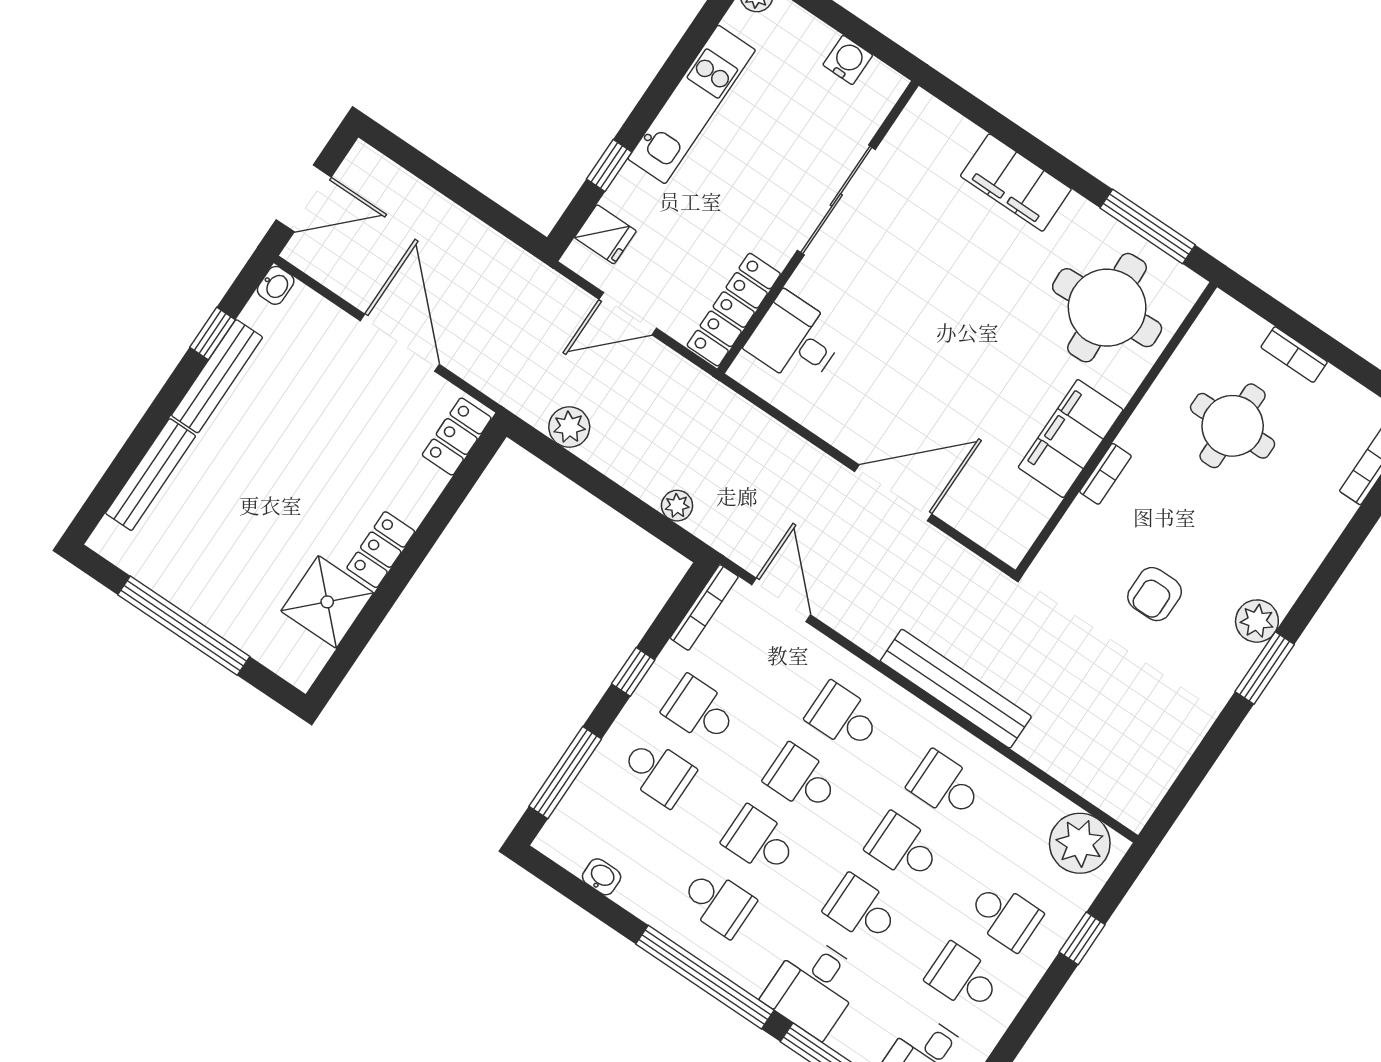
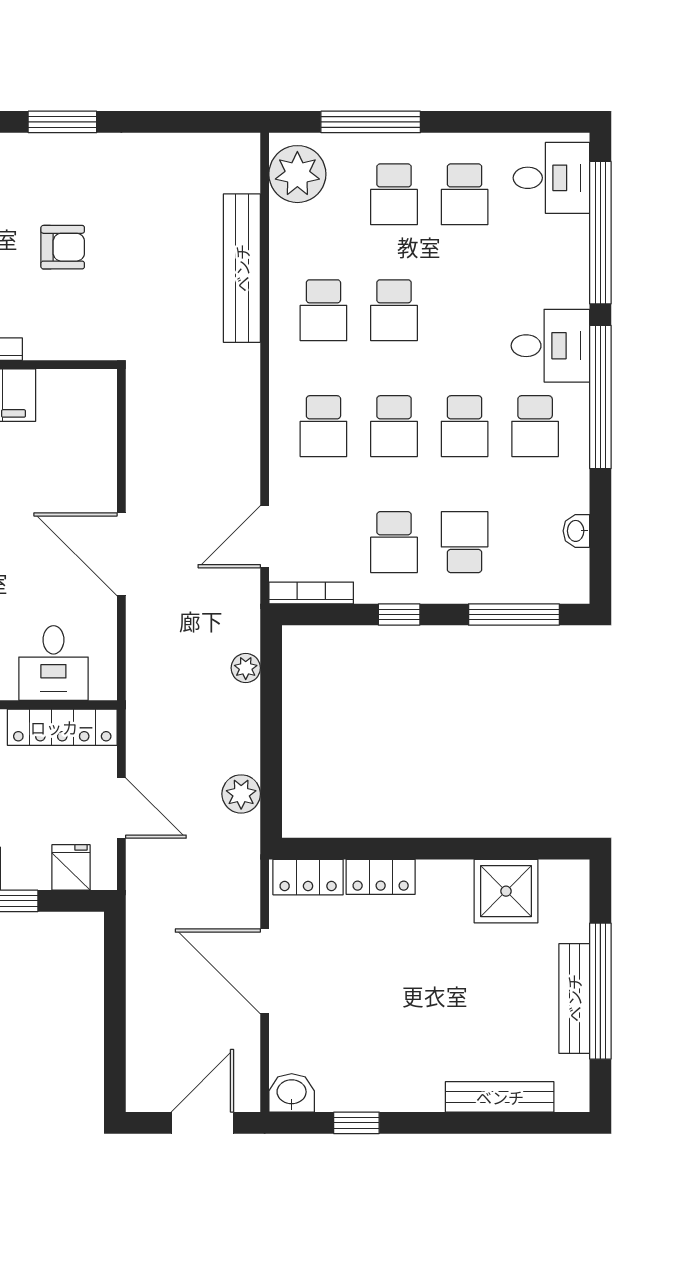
door: (304, 198) -> (202, 1123), hinge flipped
washbasin: (276, 285) -> (292, 1093), width x1.38, depth x1.45
door: (400, 343) -> (265, 971), hinge flipped
bench: (217, 376) -> (574, 998), moved, turned 90
door: (893, 493) -> (121, 554), moved
locker: (381, 550) -> (381, 877), moved
plant: (1257, 621) -> (30, 153), removed
bench: (956, 689) -> (242, 268), moved
school desk: (718, 903) -> (535, 426), turned 180
school desk: (861, 909) -> (465, 310), removed
school desk: (1005, 916) -> (394, 194), turned 180
window: (1082, 938) -> (371, 122), width x2.17
desk: (814, 987) -> (550, 346), moved

